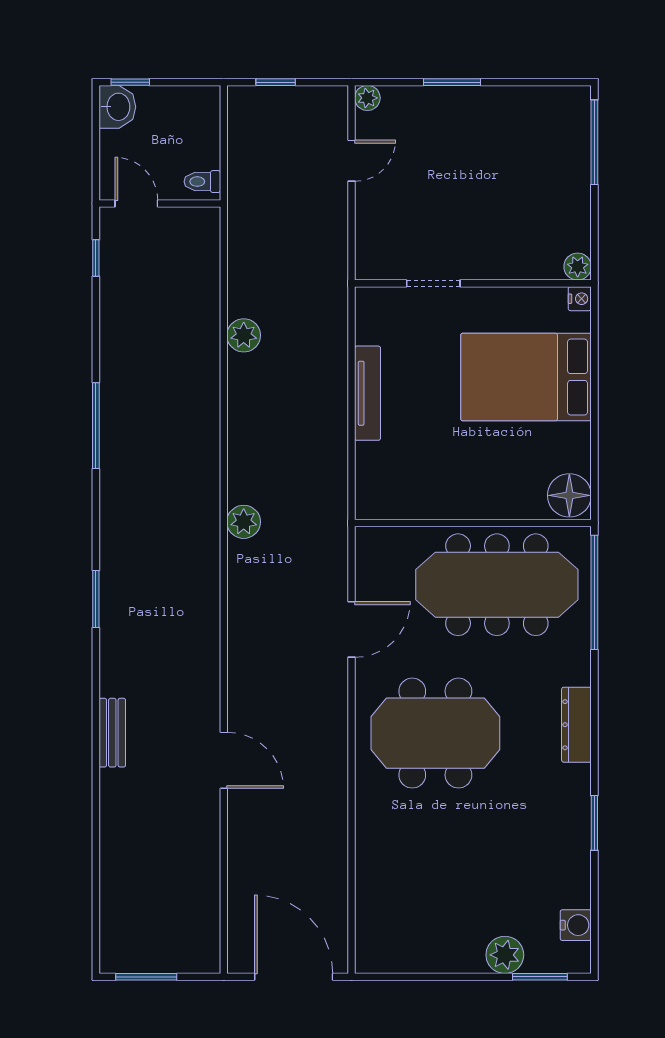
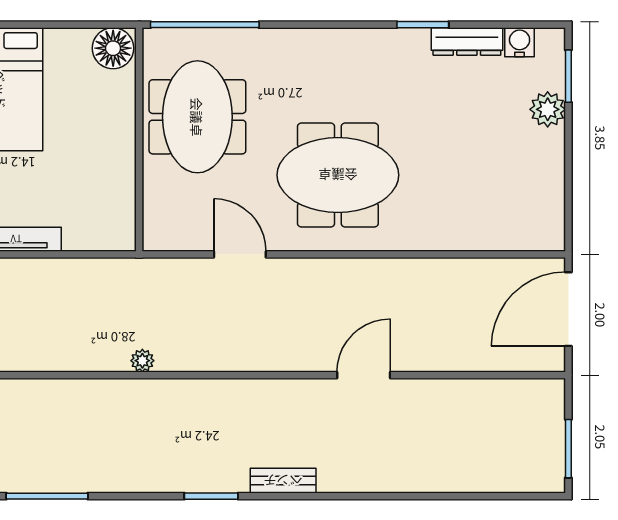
plant: (244, 522) -> (142, 361), width x0.73, depth x0.73
meeting table: (497, 585) -> (197, 117), width x0.73
dresser: (576, 725) -> (467, 42), moved
bench: (112, 733) -> (283, 481), moved
meeting table: (435, 733) -> (338, 175), turned 90

